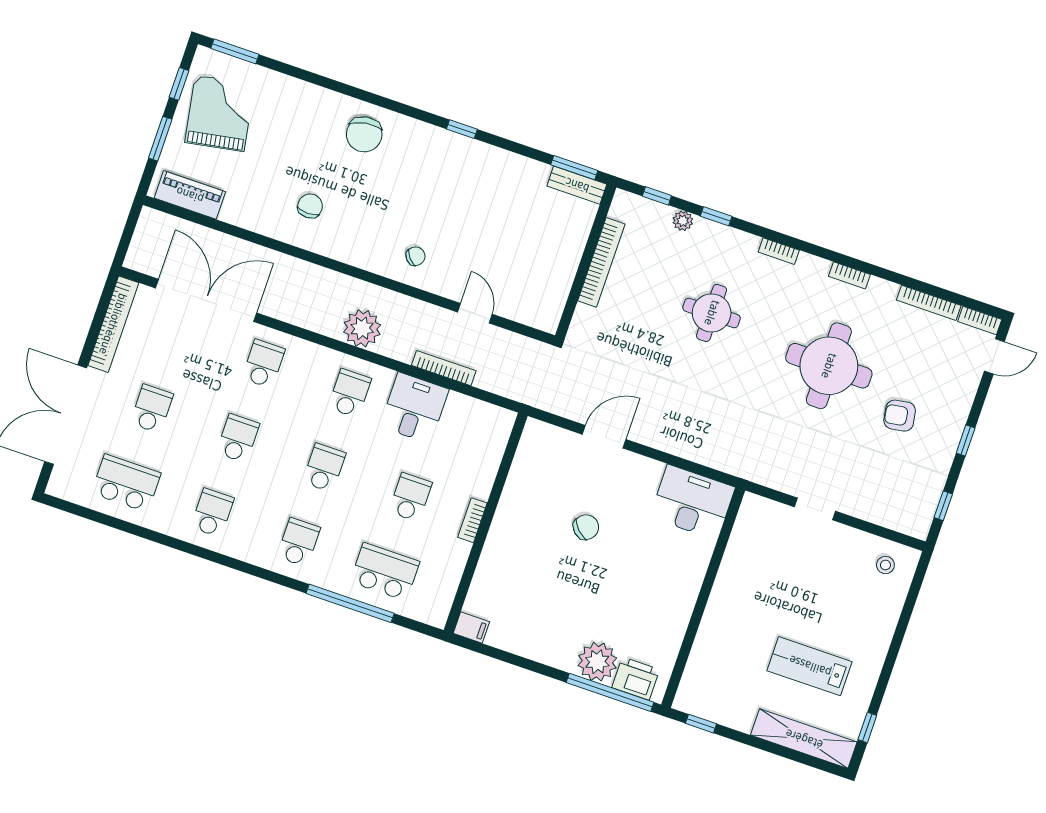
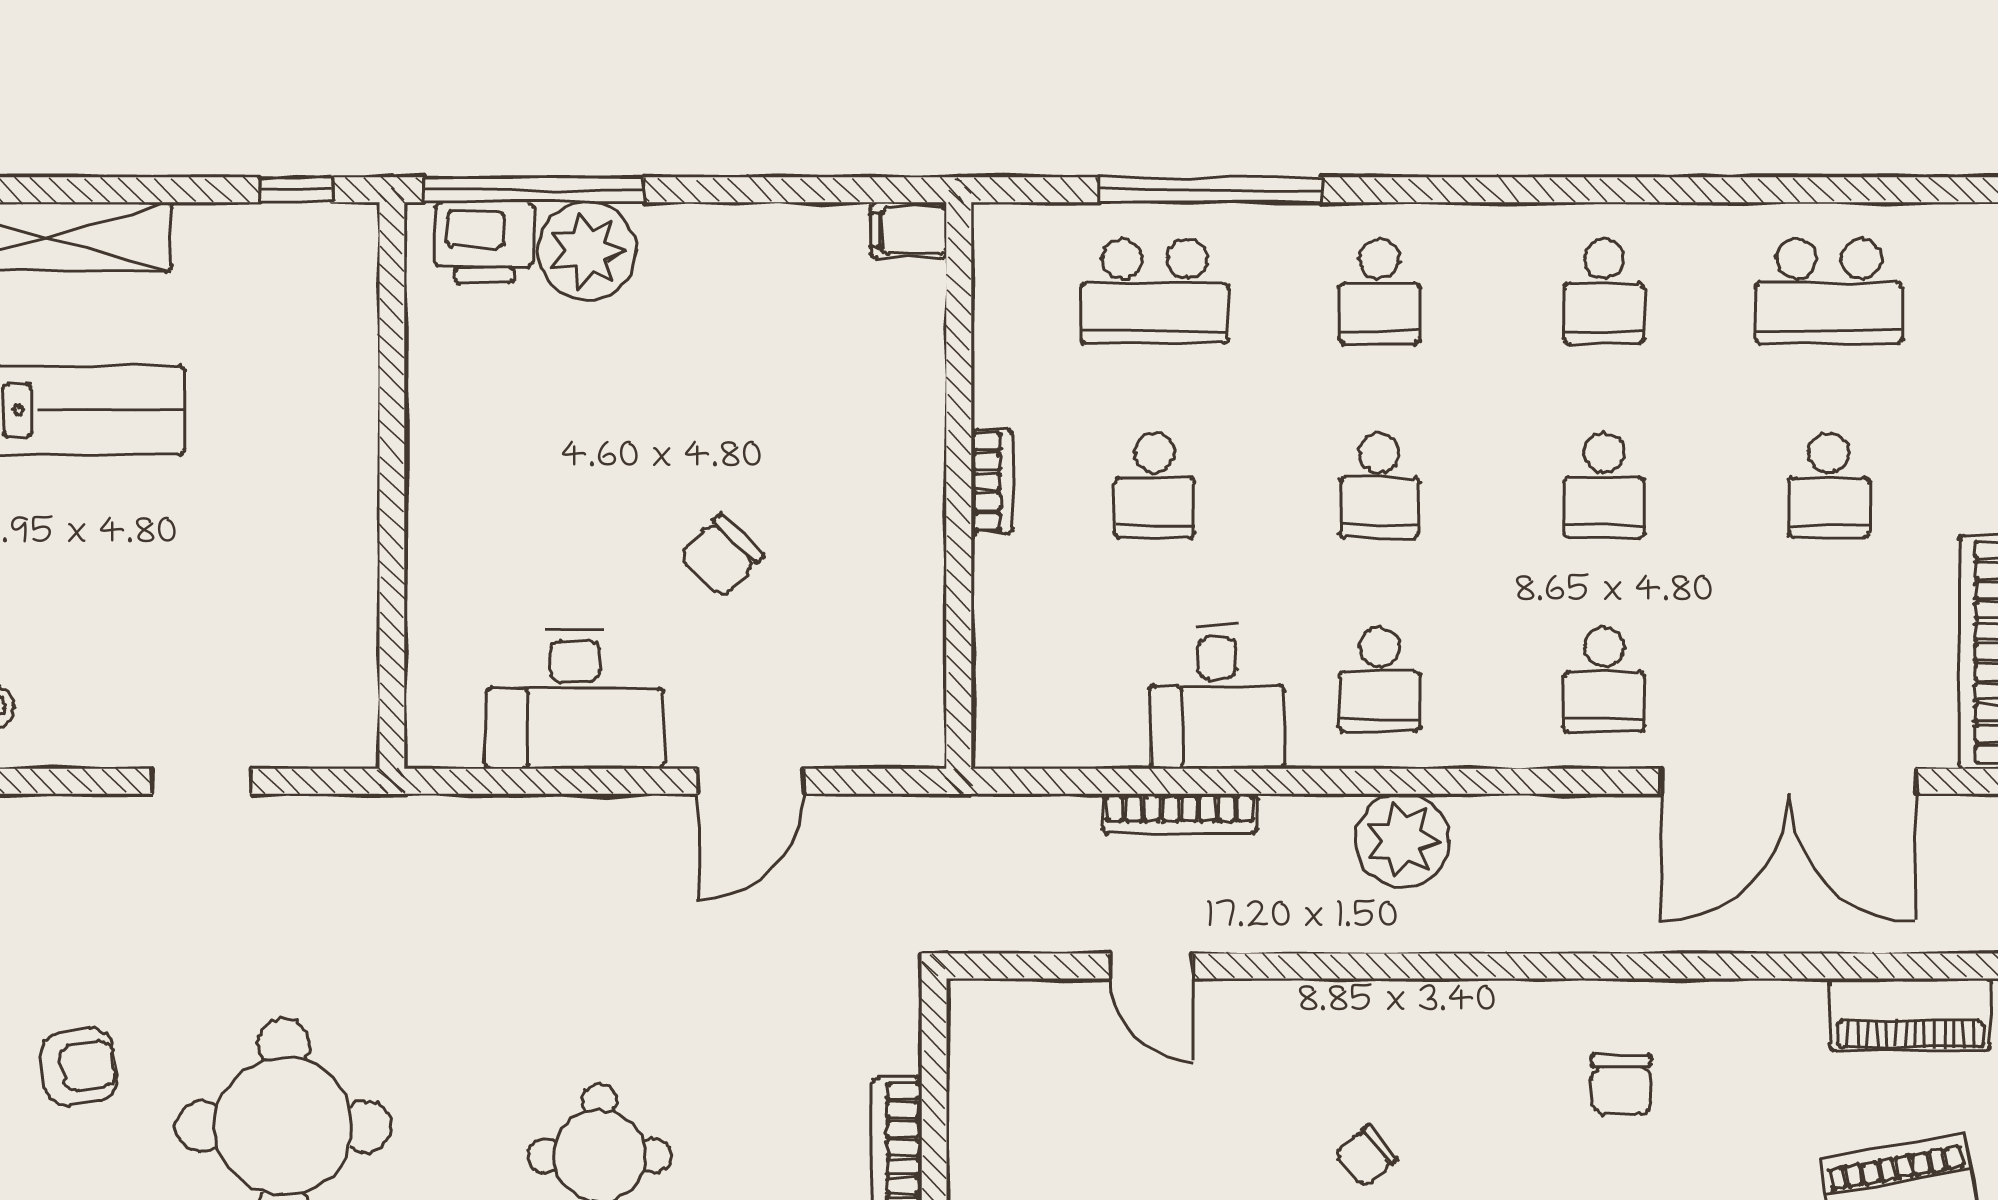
chair: (416, 256) -> (1366, 1156), moved
desk: (692, 502) -> (575, 699), moved

